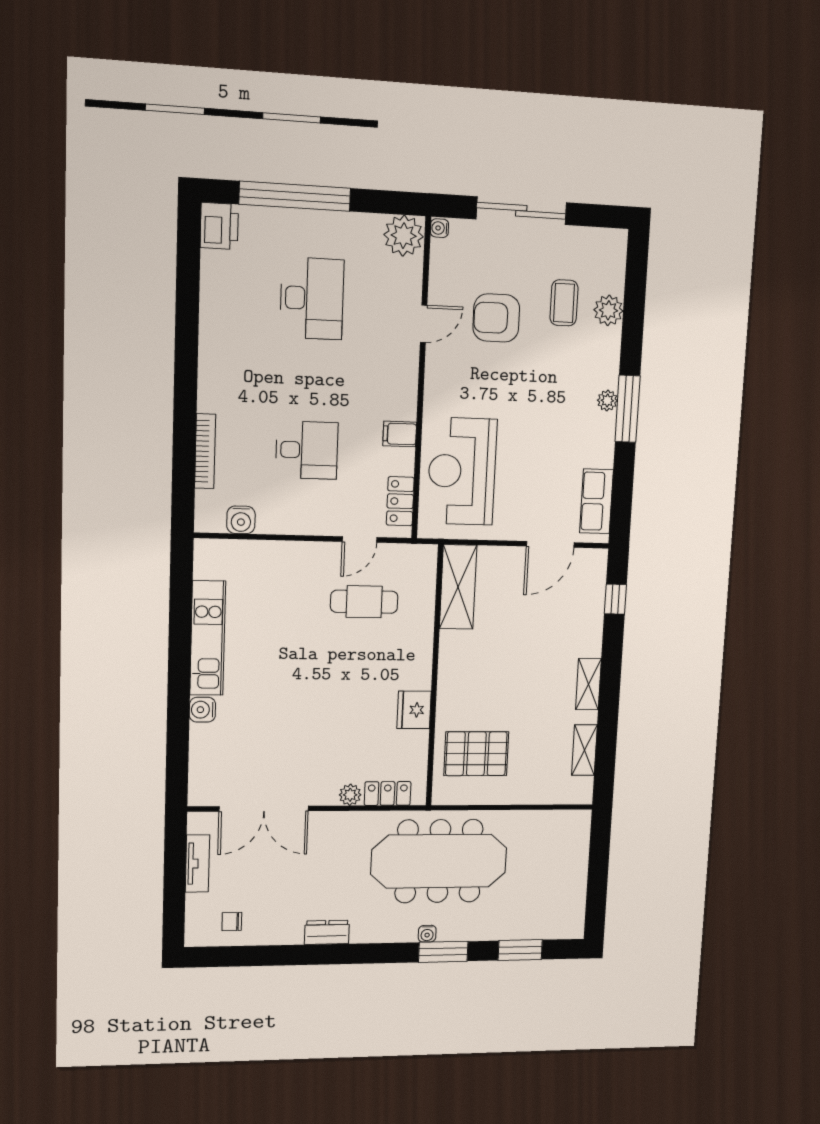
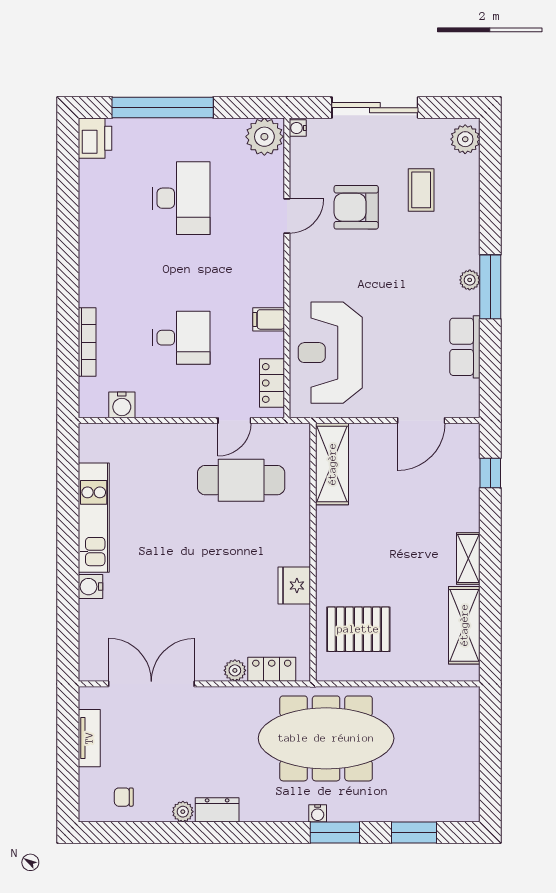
plant: (608, 310) -> (465, 139), moved
row of seats: (596, 501) -> (465, 347), moved
cafe table: (364, 602) -> (241, 480), width x1.37, depth x1.35
shelving: (584, 750) -> (464, 625), width x1.50, depth x1.33
double door: (264, 809) -> (151, 684), swing flipped
plant: (292, 935) -> (183, 812), added

